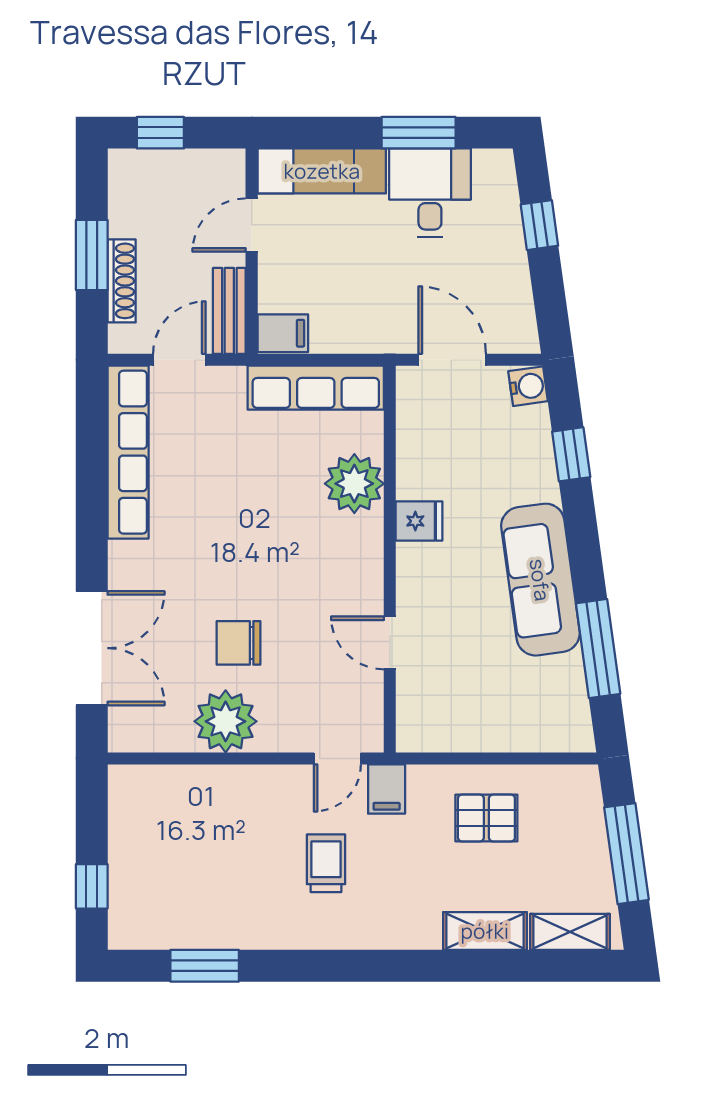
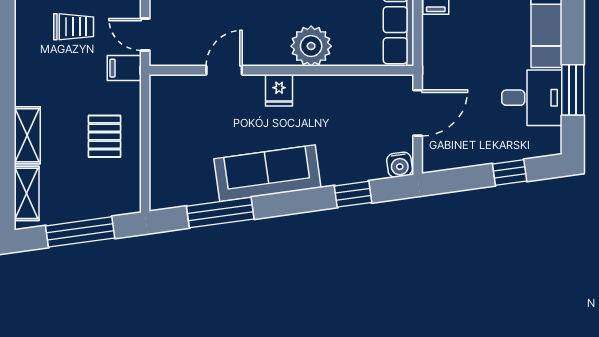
plant: (354, 484) -> (311, 46), moved
fridge: (419, 521) -> (279, 90), moved

